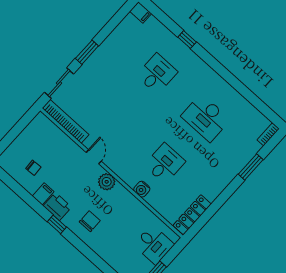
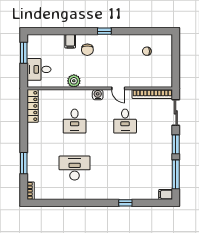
window: (113, 23) -> (176, 174), added
desk: (157, 74) -> (125, 121), moved
plant: (107, 182) -> (74, 81), moved
water cooler: (142, 189) -> (98, 95), moved
filing cabinet: (43, 194) -> (70, 41), moved
printer: (57, 206) -> (113, 42), removed

